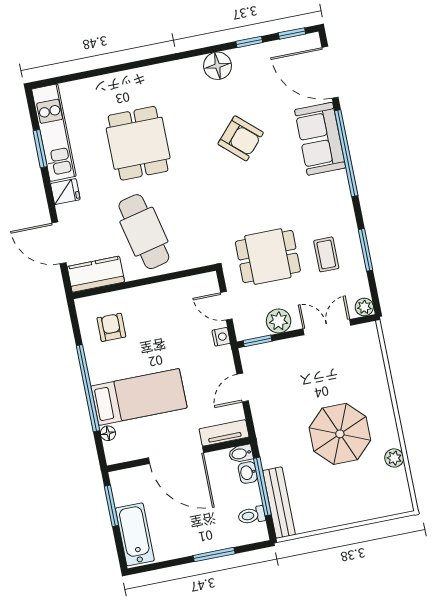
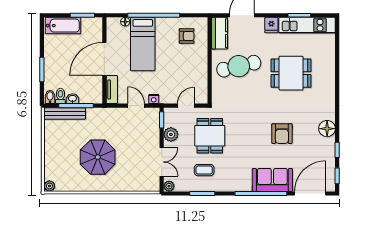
armchair: (241, 138) -> (282, 134), turned -42
nightstand: (221, 337) -> (154, 99), moved
bidet: (241, 454) -> (50, 97), moved
plant: (394, 458) -> (49, 186), moved
washbasin: (248, 473) -> (72, 99), moved

